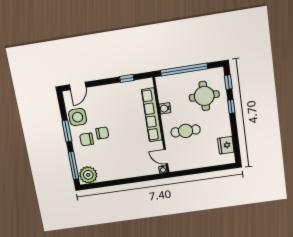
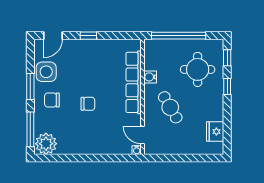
window: (127, 78) -> (88, 36), moved
cafe table: (186, 131) -> (170, 107), turned 60
chair: (102, 133) -> (88, 104), moved

